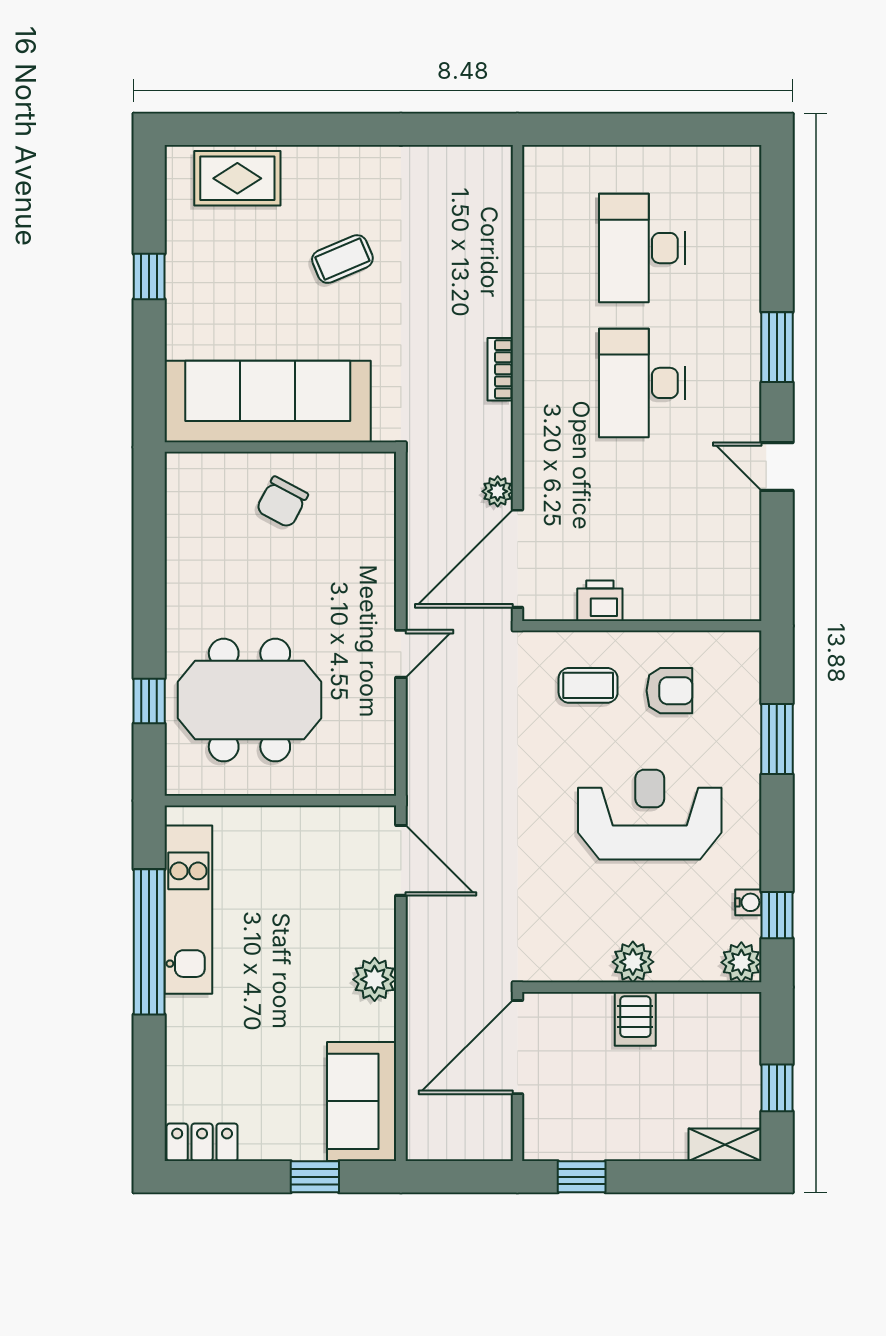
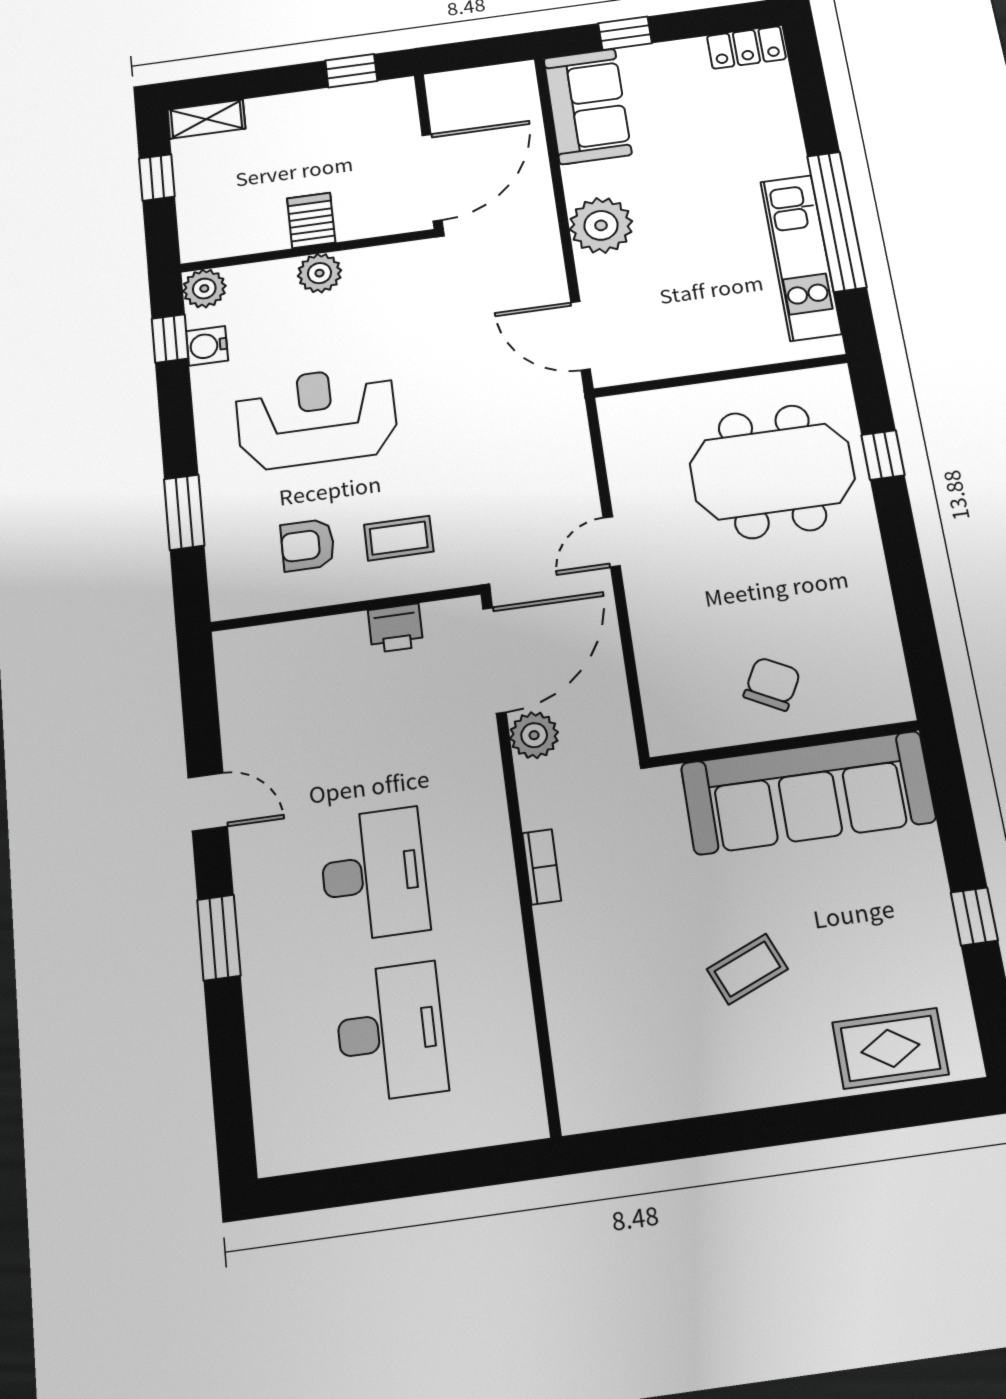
plant: (498, 491) -> (534, 735), width x1.38, depth x1.38
reception desk: (650, 815) -> (316, 417), turned 180
water cooler: (748, 902) -> (207, 346), width x1.38, depth x1.38
plant: (375, 979) -> (601, 225), width x1.36, depth x1.36

